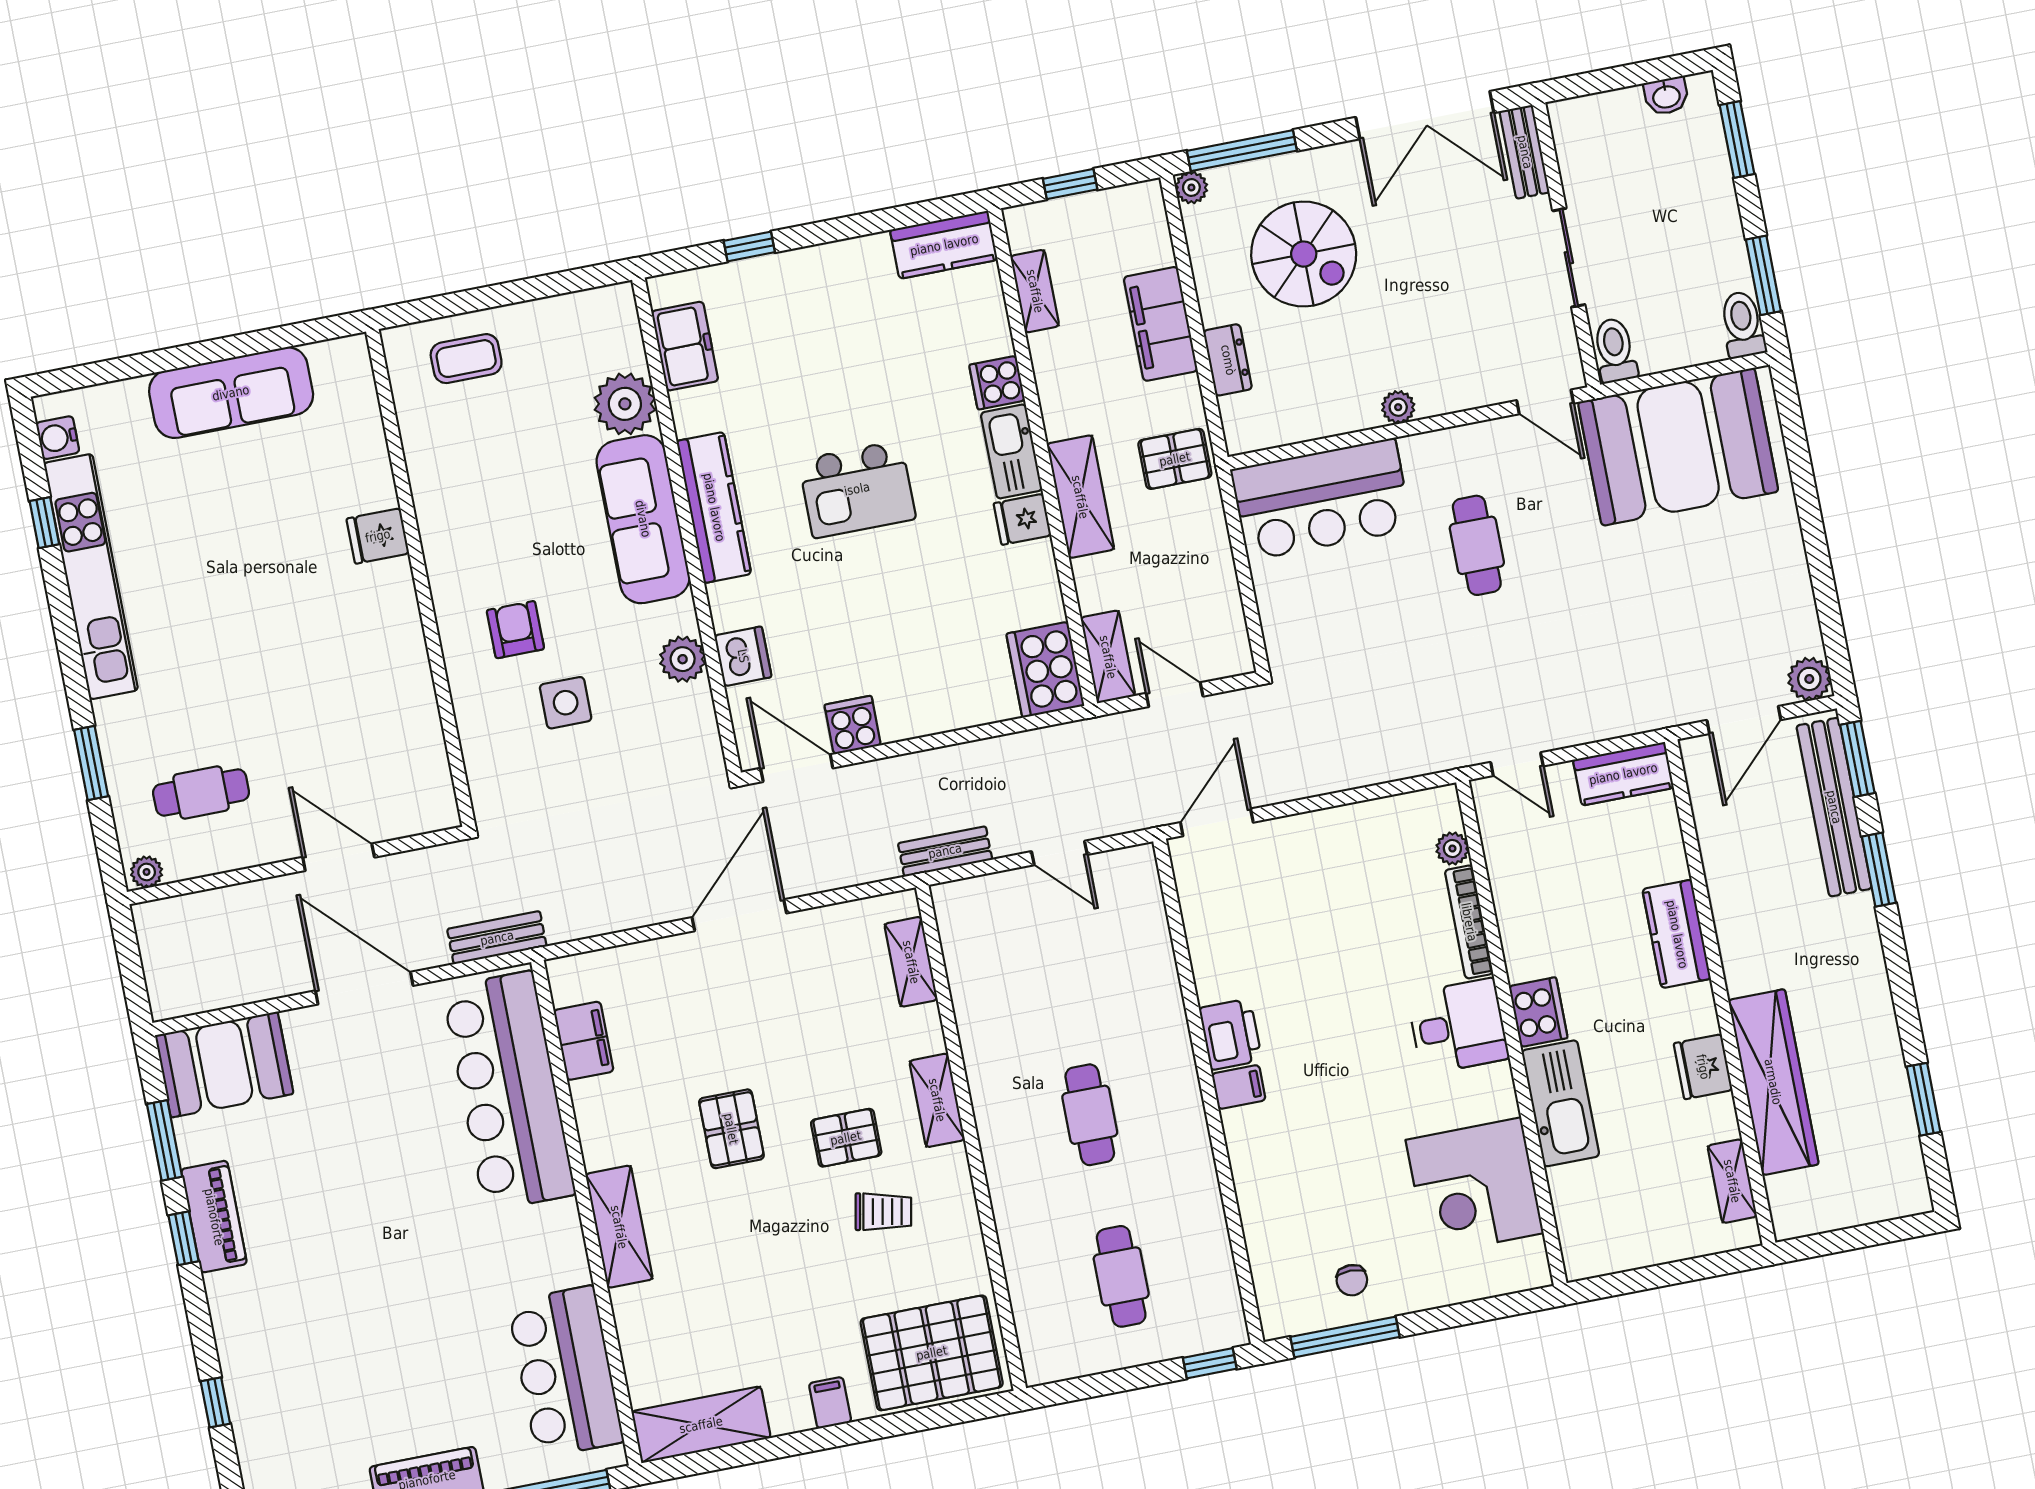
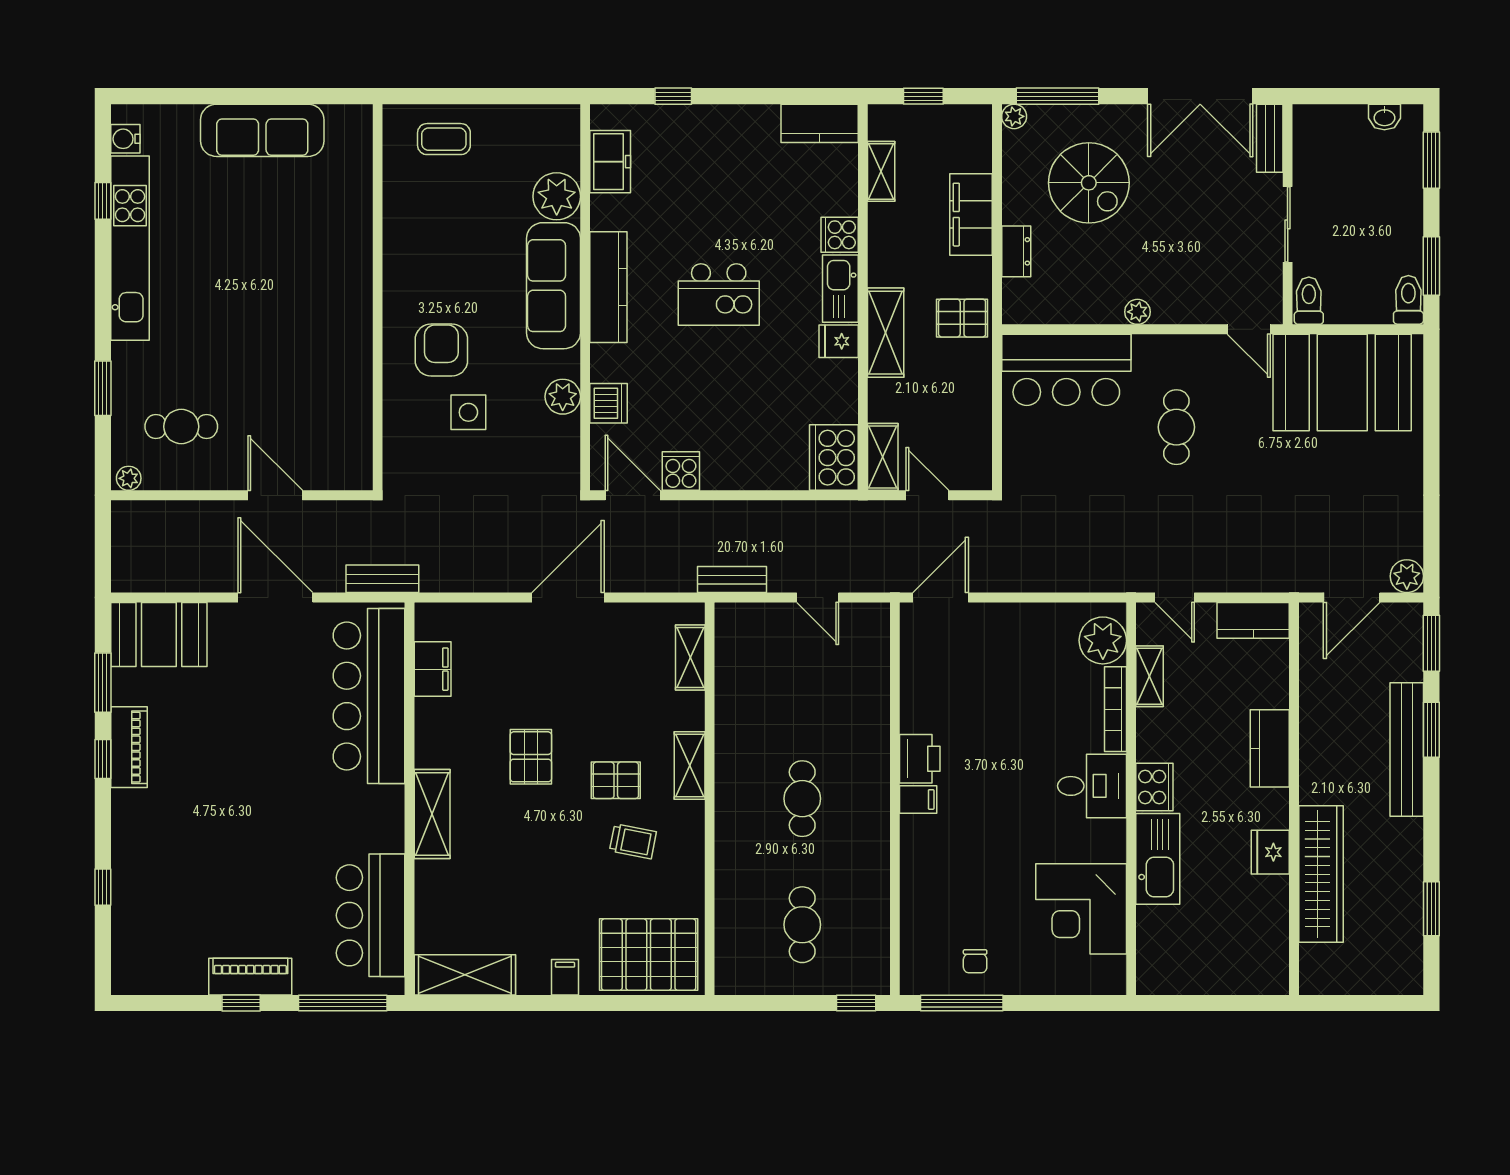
fridge: (378, 536) -> (352, 260), removed
armchair: (515, 630) -> (441, 350), width x1.38, depth x1.38
bench: (1834, 807) -> (1407, 749), moved
plant: (1452, 848) -> (1103, 640), width x1.87, depth x1.87
shelving: (1732, 1181) -> (1150, 676), moved

